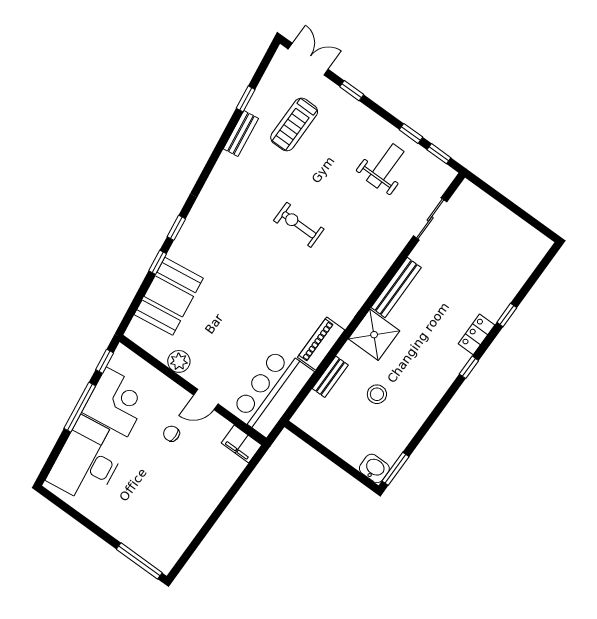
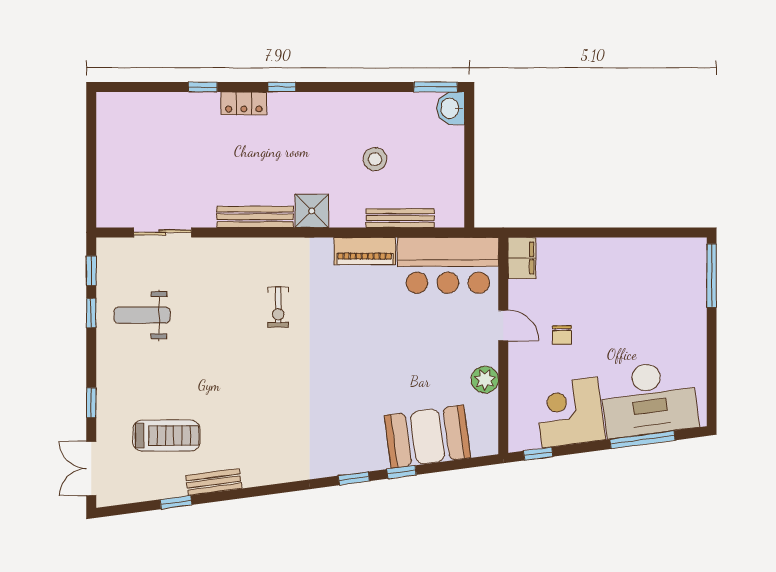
exercise bike: (299, 225) -> (278, 307), moved, width x0.73, depth x0.72
shower: (374, 335) -> (312, 211), width x0.73, depth x0.73
bench: (330, 377) -> (400, 218), width x1.36
window: (80, 407) -> (643, 440), moved

